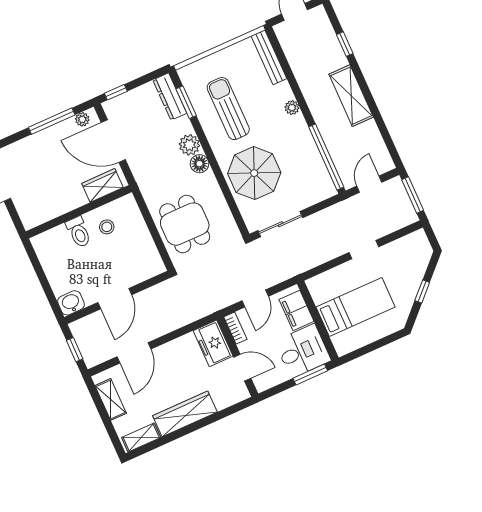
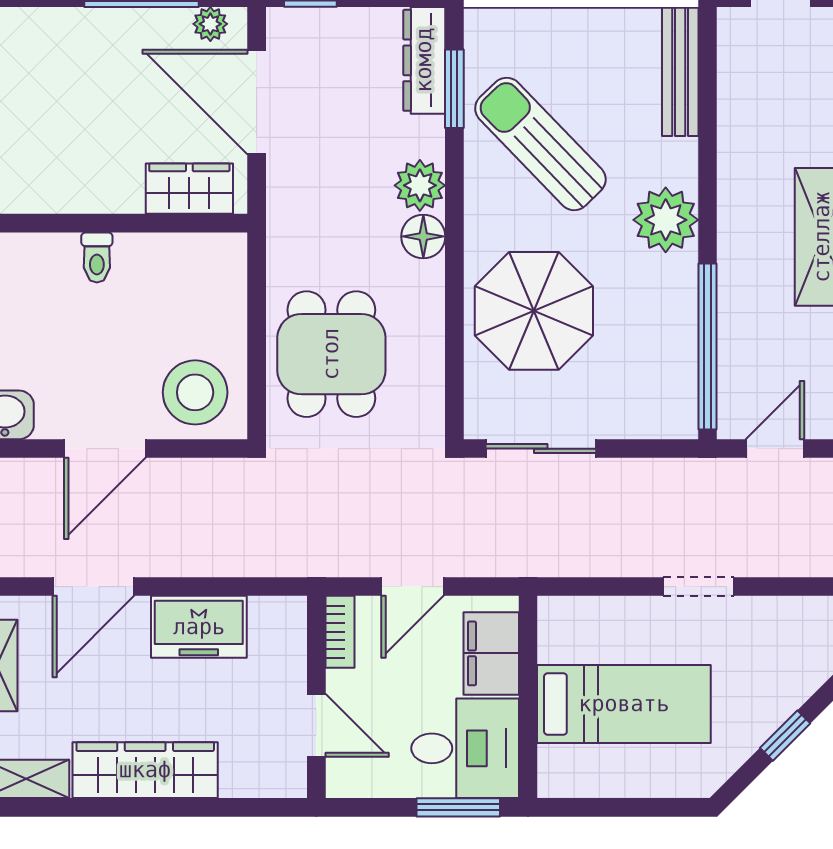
plant: (292, 108) -> (666, 220), width x1.88, depth x1.88
sun lounger: (228, 109) -> (540, 144), turned -44
stool: (107, 227) -> (195, 392), moved, width x1.89, depth x1.89
toilet: (79, 232) -> (97, 257), width x0.73, depth x0.72
freezer: (213, 343) -> (199, 627), moved, turned -90

